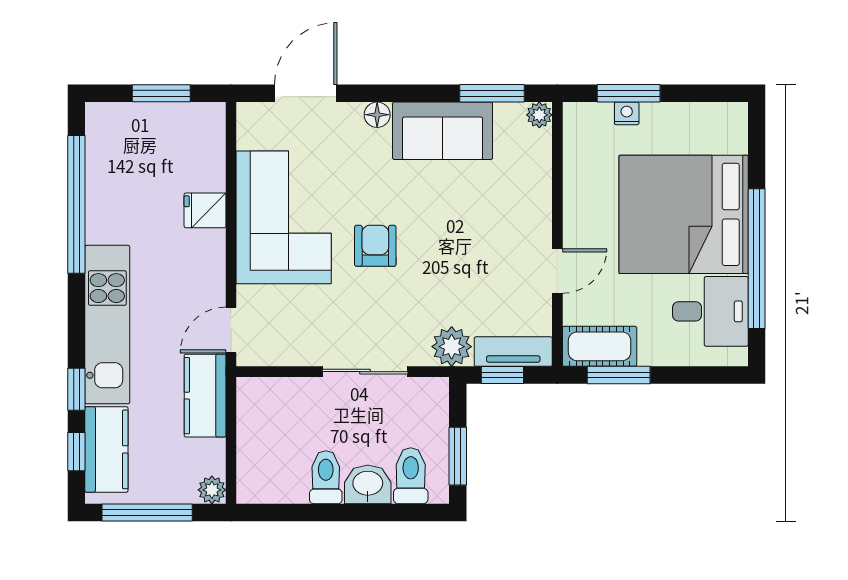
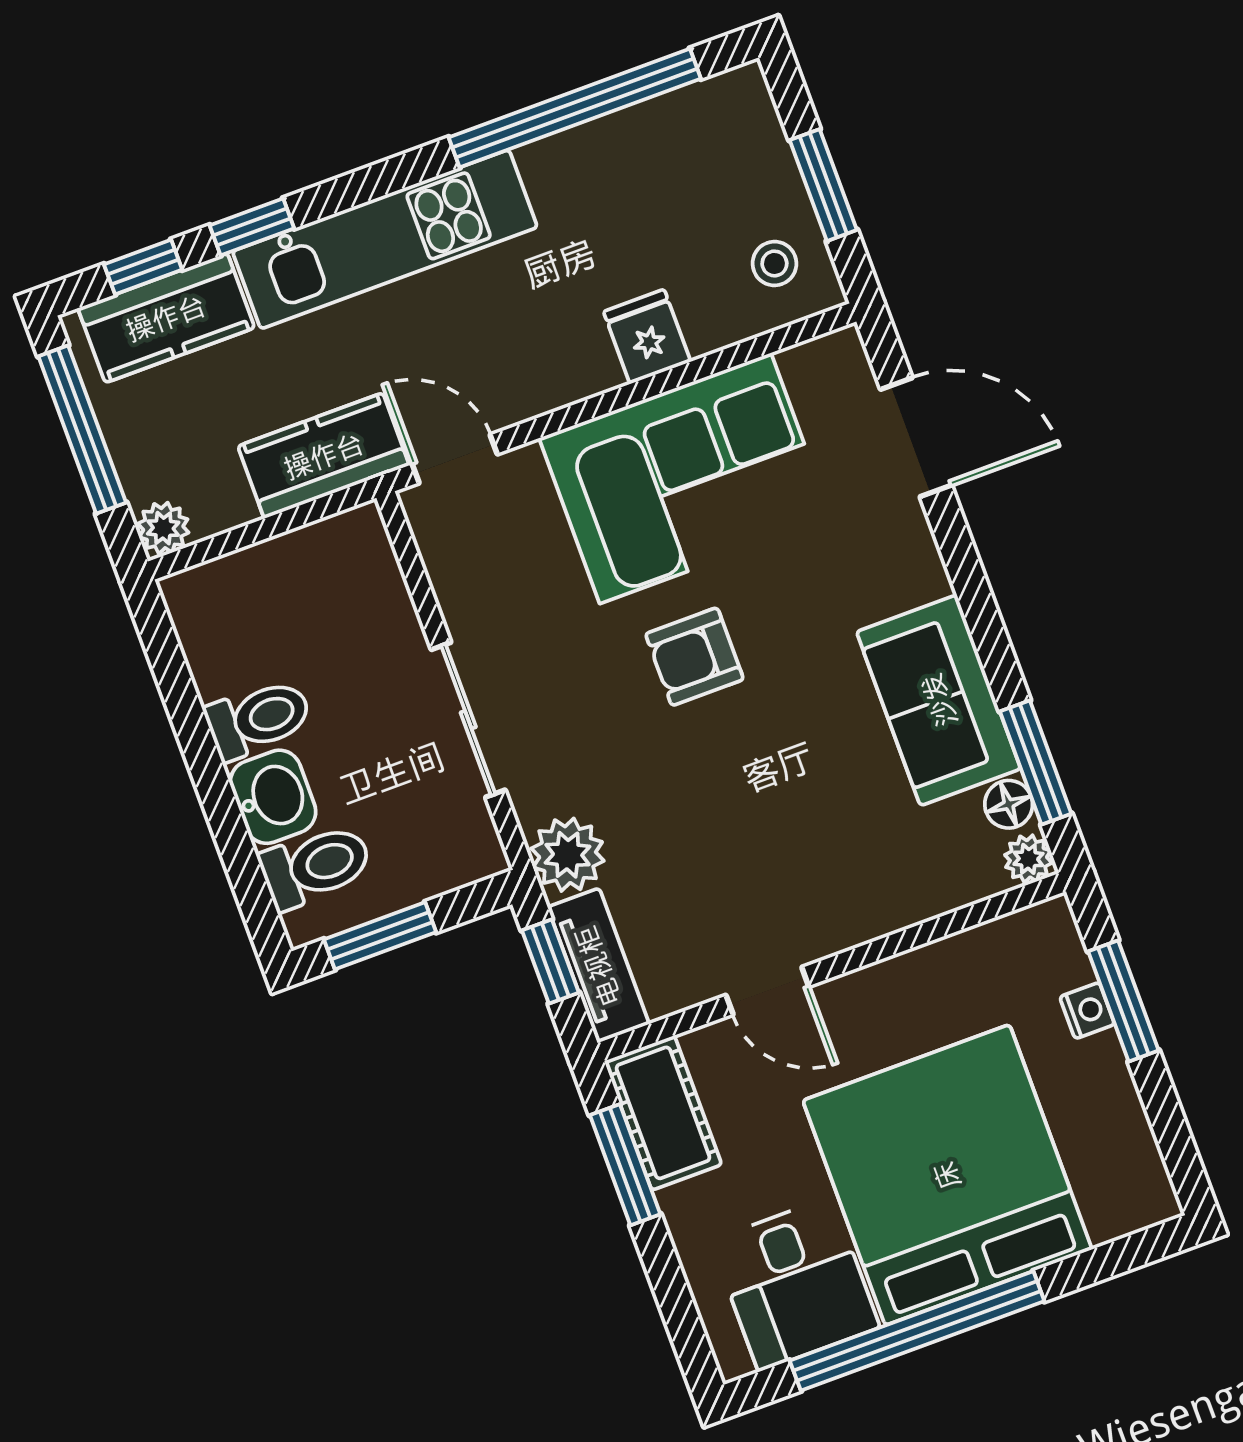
floor lamp: (377, 115) -> (1009, 804), moved
stool: (192, 132) -> (774, 263), added
armchair: (375, 246) -> (694, 657), turned 180

